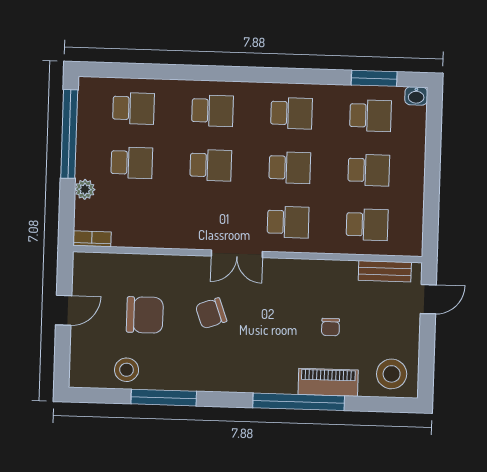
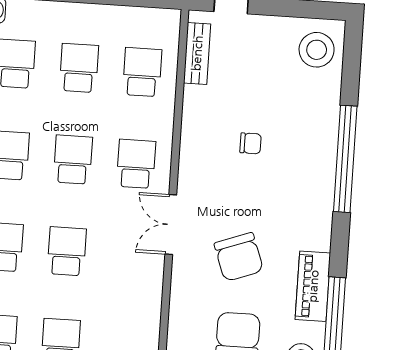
double door: (237, 254) -> (171, 225), swing flipped
chair: (211, 313) -> (239, 257), width x1.37, depth x1.37
chair: (330, 327) -> (251, 143), moved
piano: (328, 382) -> (313, 286), moved

